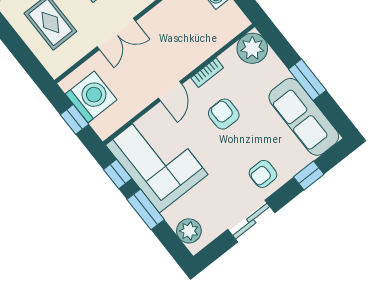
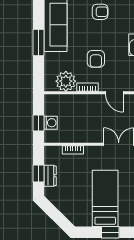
plant: (252, 48) -> (66, 81), moved
door: (170, 91) -> (114, 93), swing flipped

